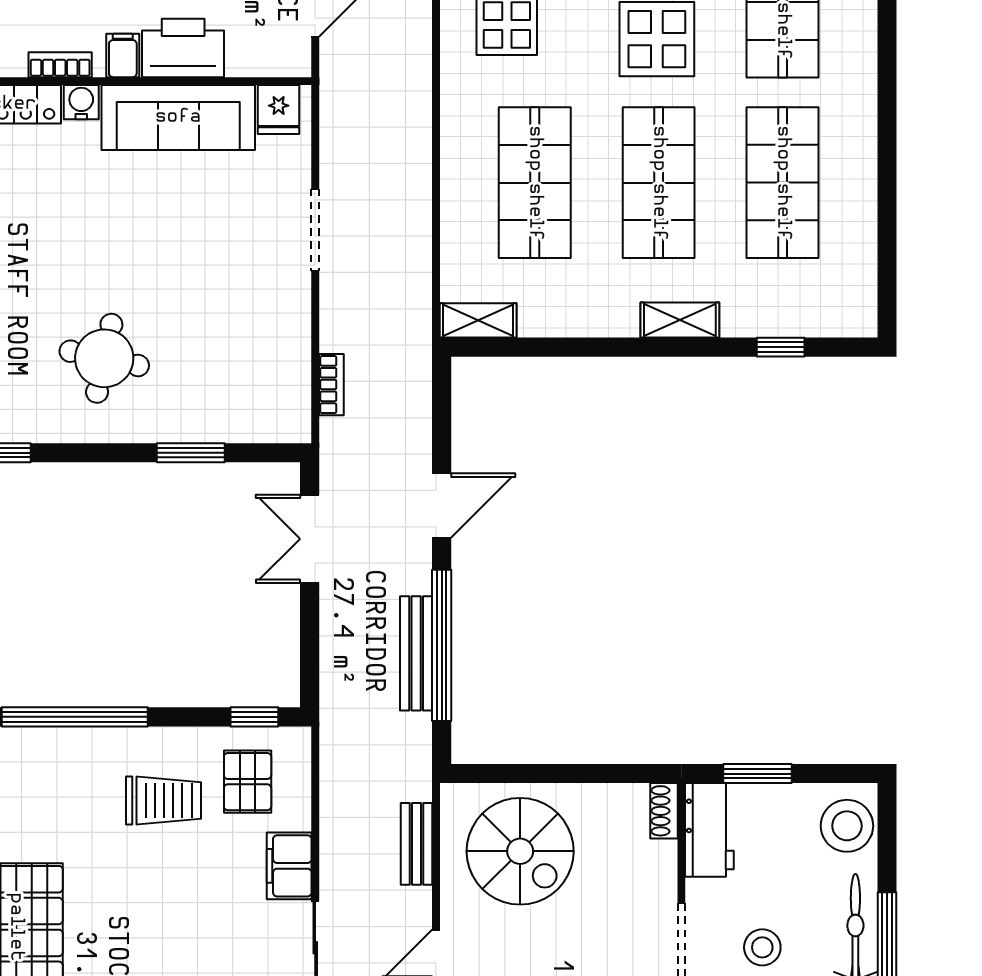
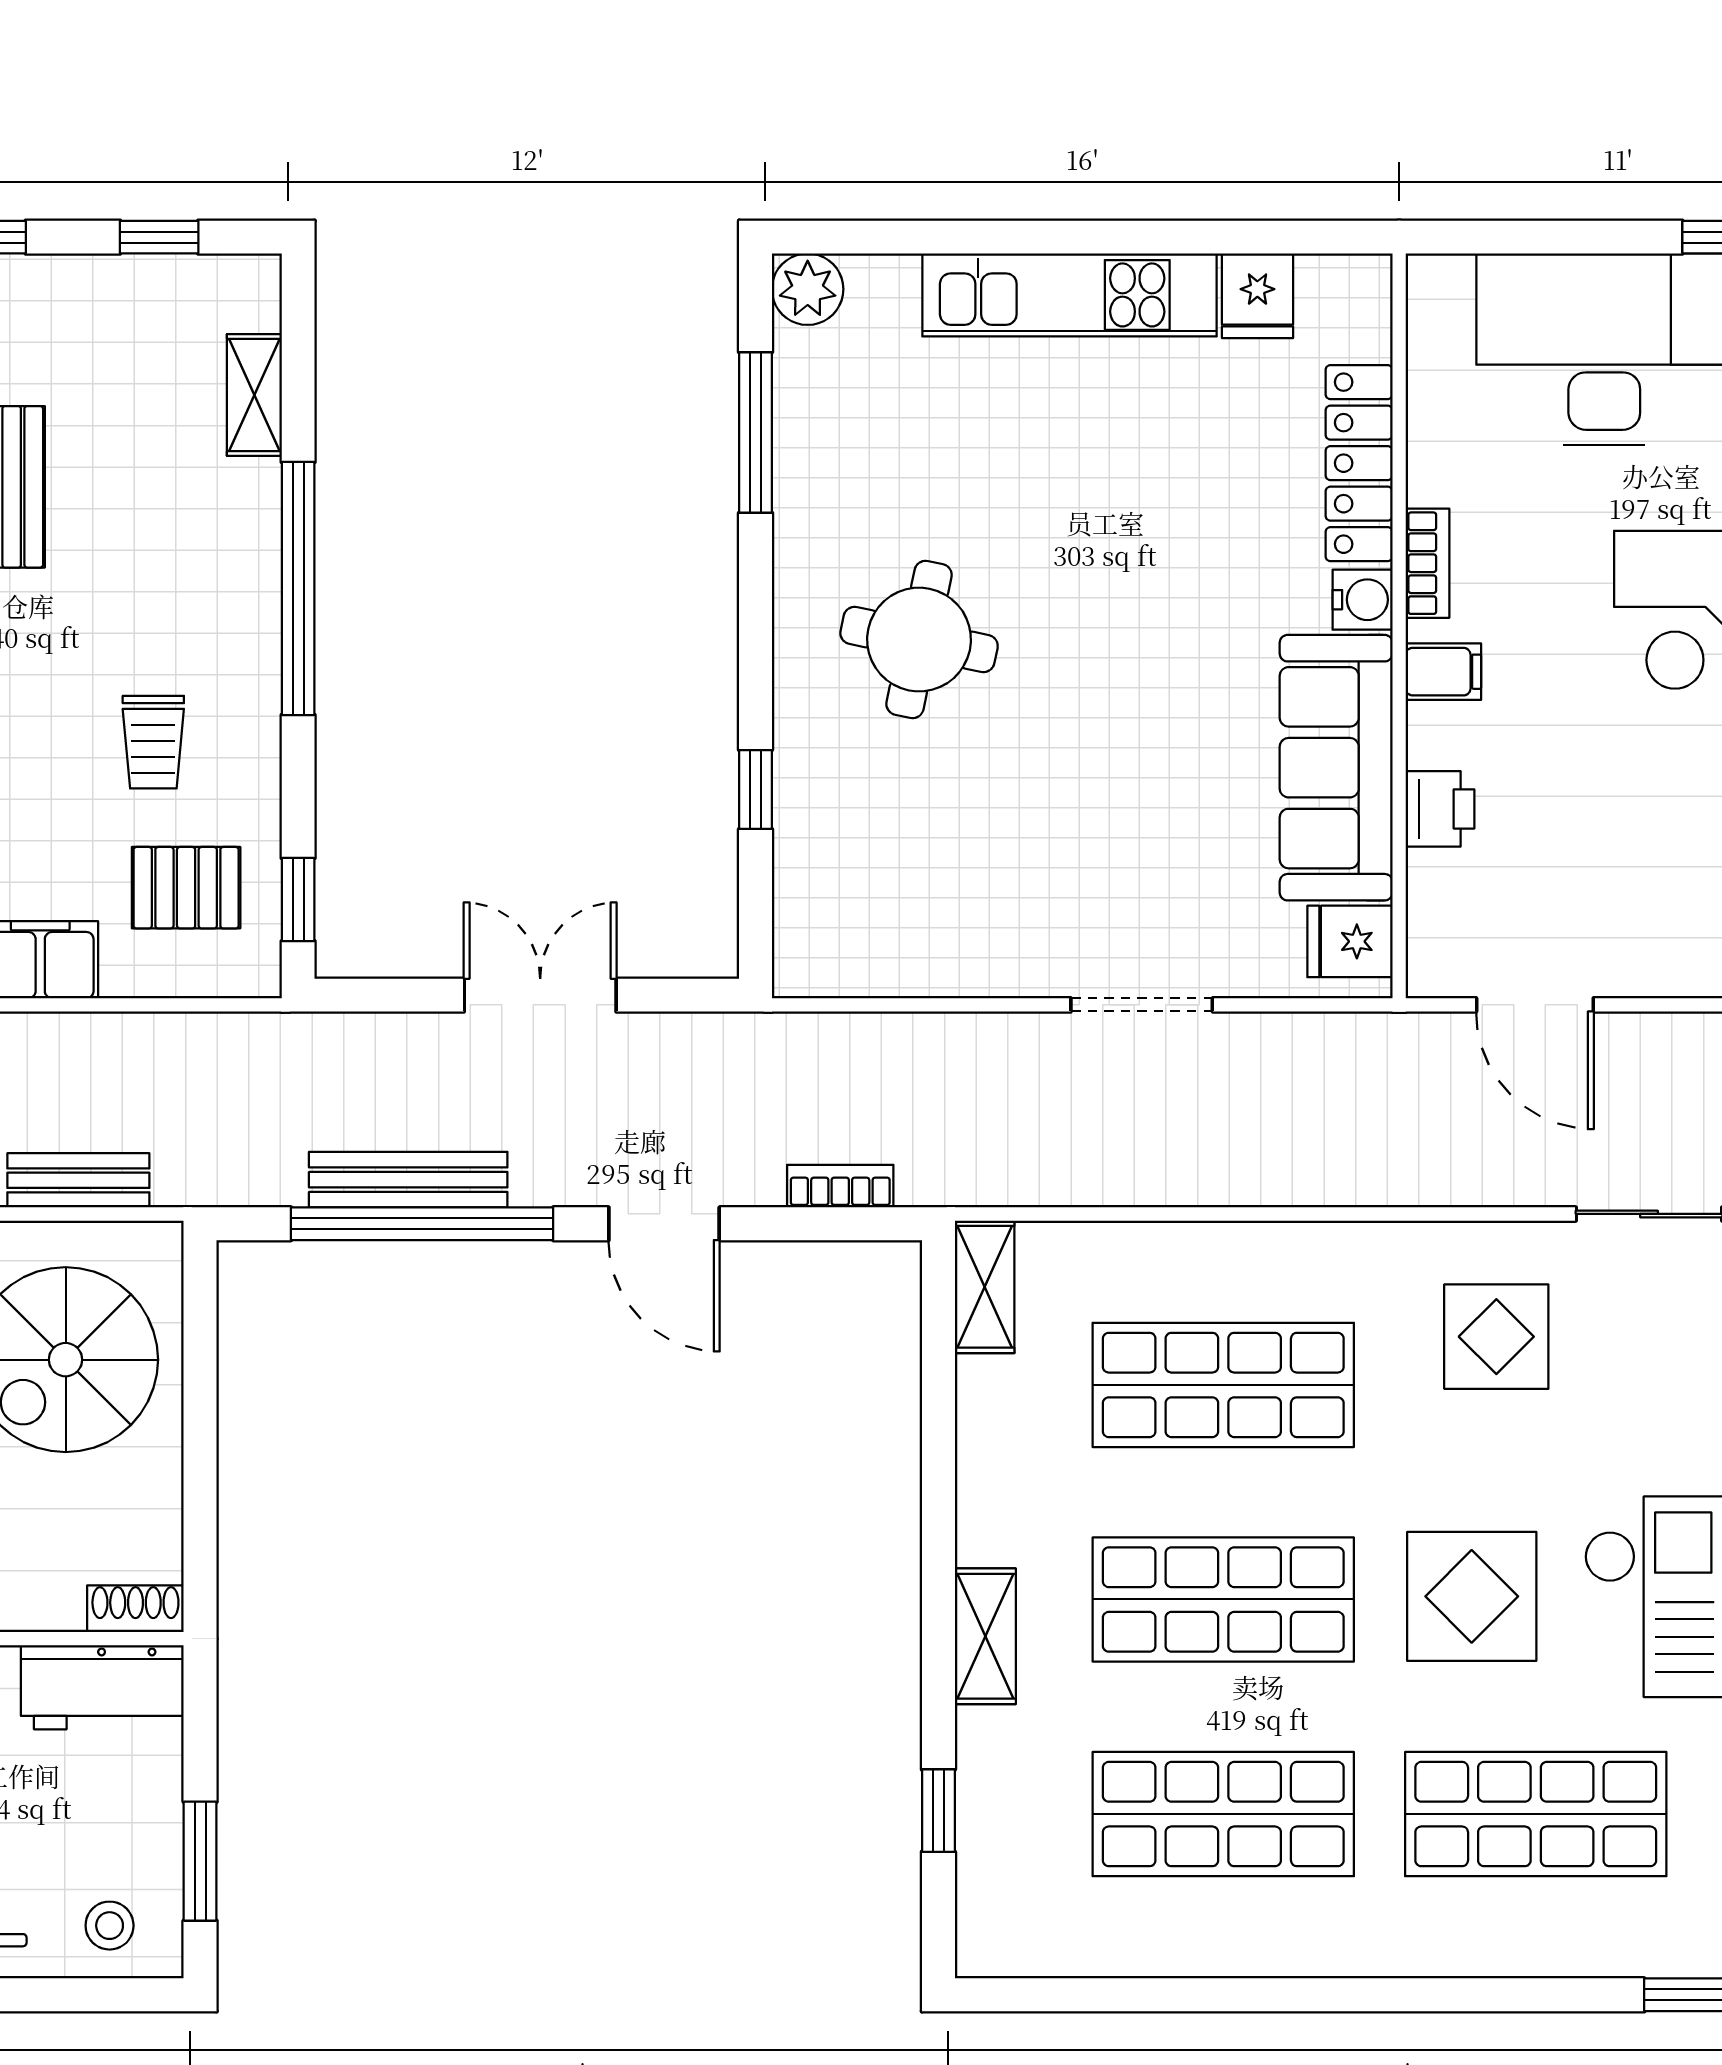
printer: (183, 48) -> (1440, 809), width x0.53, depth x0.68
bookcase: (331, 385) -> (840, 1186), moved, turned 180
window: (191, 453) -> (755, 789), width x0.67
double door: (310, 539) -> (540, 995), moved
window: (758, 774) -> (200, 1861), moved
trolley: (163, 801) -> (153, 742), width x0.73, depth x0.72
stool: (847, 826) -> (110, 1926), width x0.53, depth x0.53

